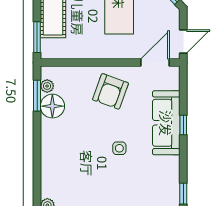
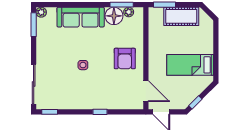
armchair: (110, 91) -> (125, 59), turned -110
sofa: (166, 123) -> (81, 17), moved, turned 180

